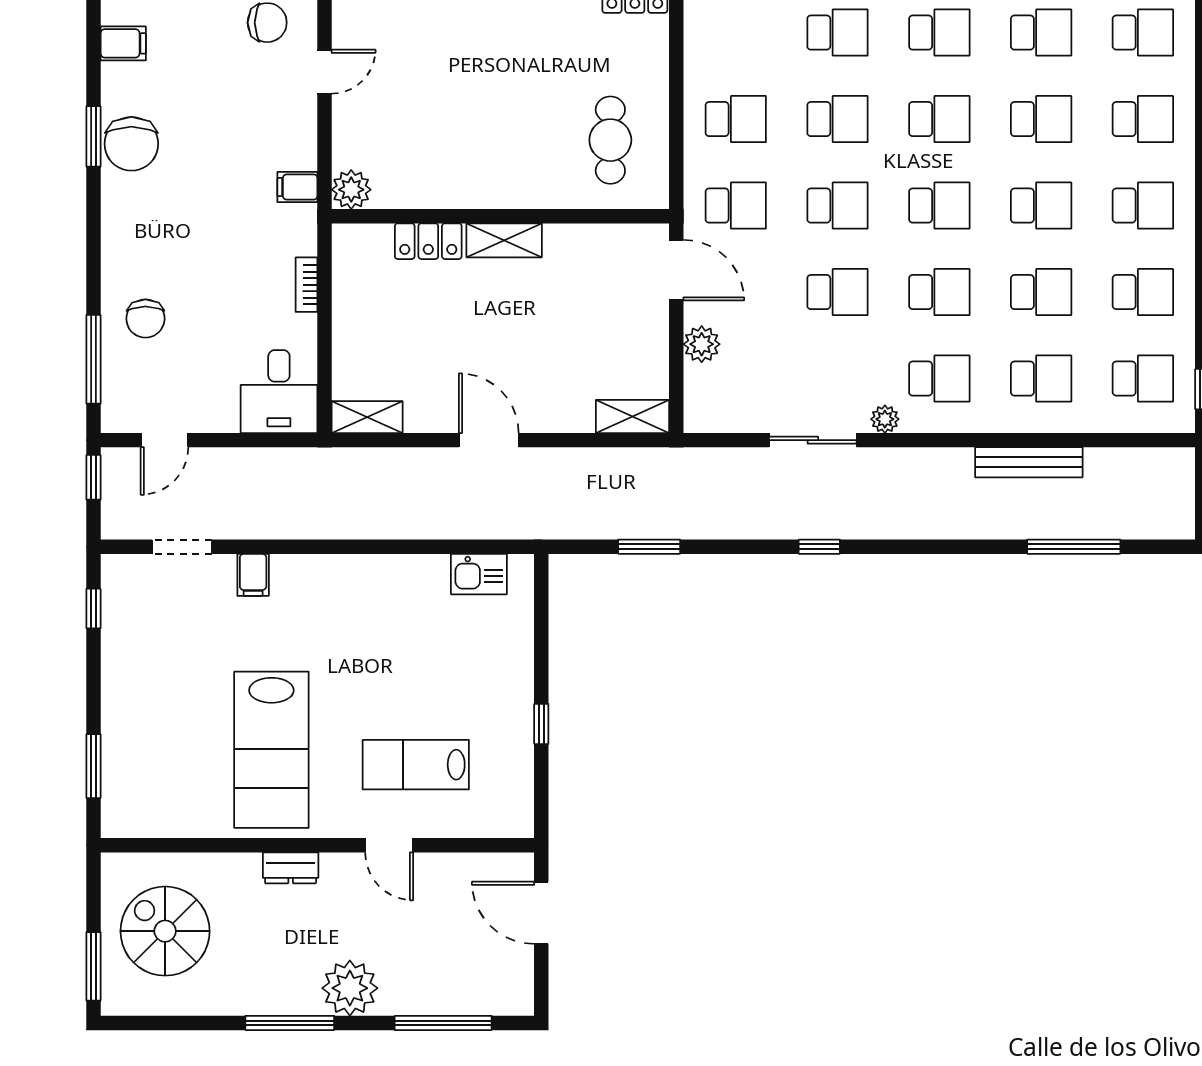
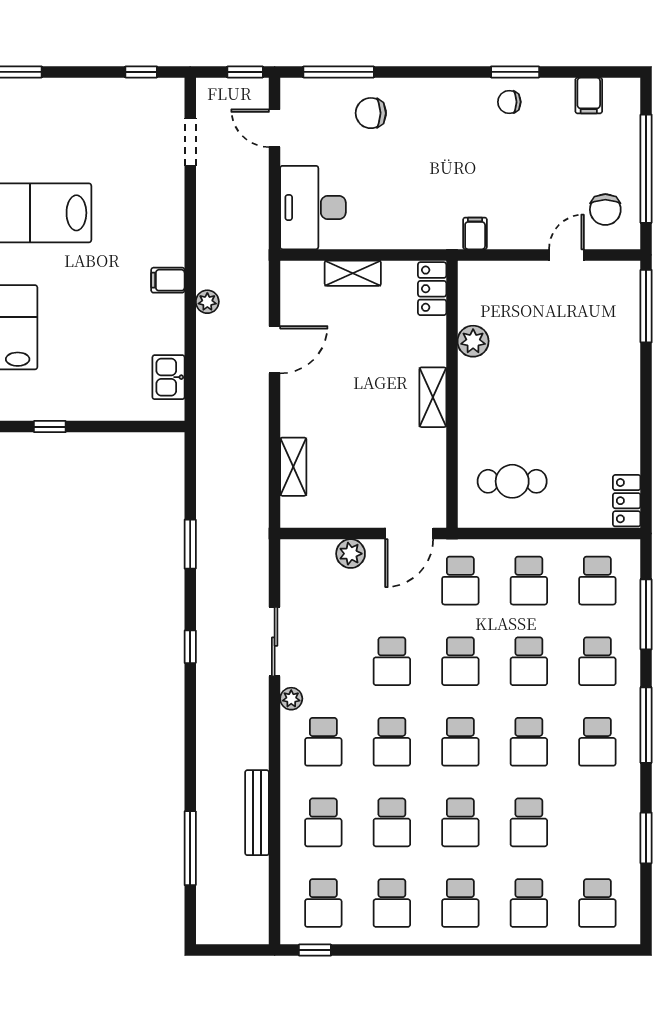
school desk: (1041, 33) -> (597, 581), moved
door: (324, 72) -> (566, 255), swing flipped
chair: (131, 144) -> (509, 102), width x0.54, depth x0.54
plant: (351, 190) -> (473, 341), moved
locker: (428, 241) -> (432, 289), moved
bookcase: (306, 285) -> (398, 241), removed
desk: (279, 392) -> (313, 208), width x1.37
shelving: (632, 416) -> (293, 467), moved
shelving: (367, 417) -> (353, 273), moved, turned 90
door: (489, 440) -> (275, 350), moved
plant: (384, 525) -> (207, 302), added
window: (649, 547) -> (190, 544), moved
filing cabinet: (253, 575) -> (168, 280), moved

